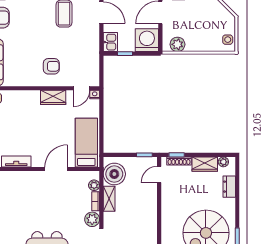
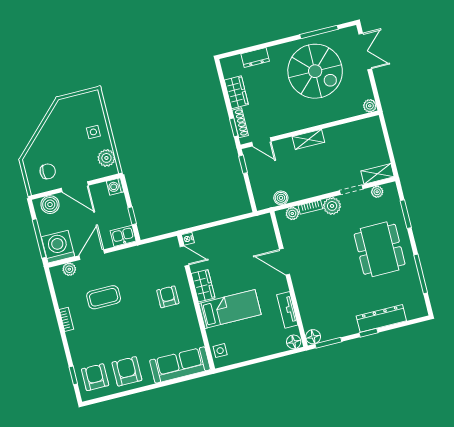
washing machine: (147, 40) -> (115, 186), width x0.53, depth x0.53
side table: (228, 40) -> (93, 132), moved
bed: (86, 143) -> (230, 309), moved, turned 180
plant: (223, 162) -> (228, 71), removed
boiler: (114, 174) -> (281, 198), width x0.54, depth x0.54
shelving: (109, 199) -> (308, 139), moved

